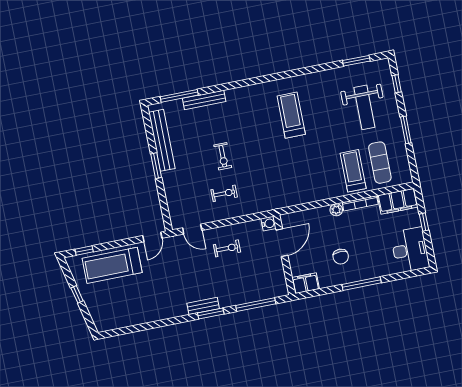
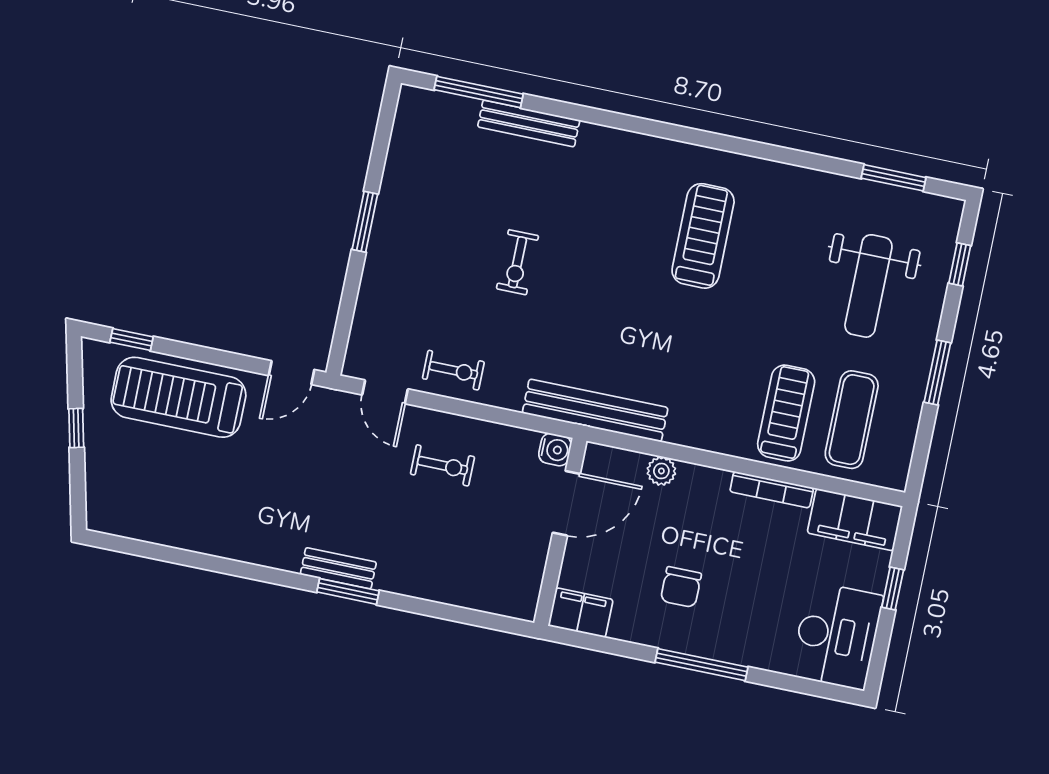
bench: (162, 140) -> (595, 410), moved, turned 90
exercise bike: (224, 193) -> (453, 370), moved
plant: (336, 210) -> (661, 471), moved
window: (256, 305) -> (453, 613), removed

